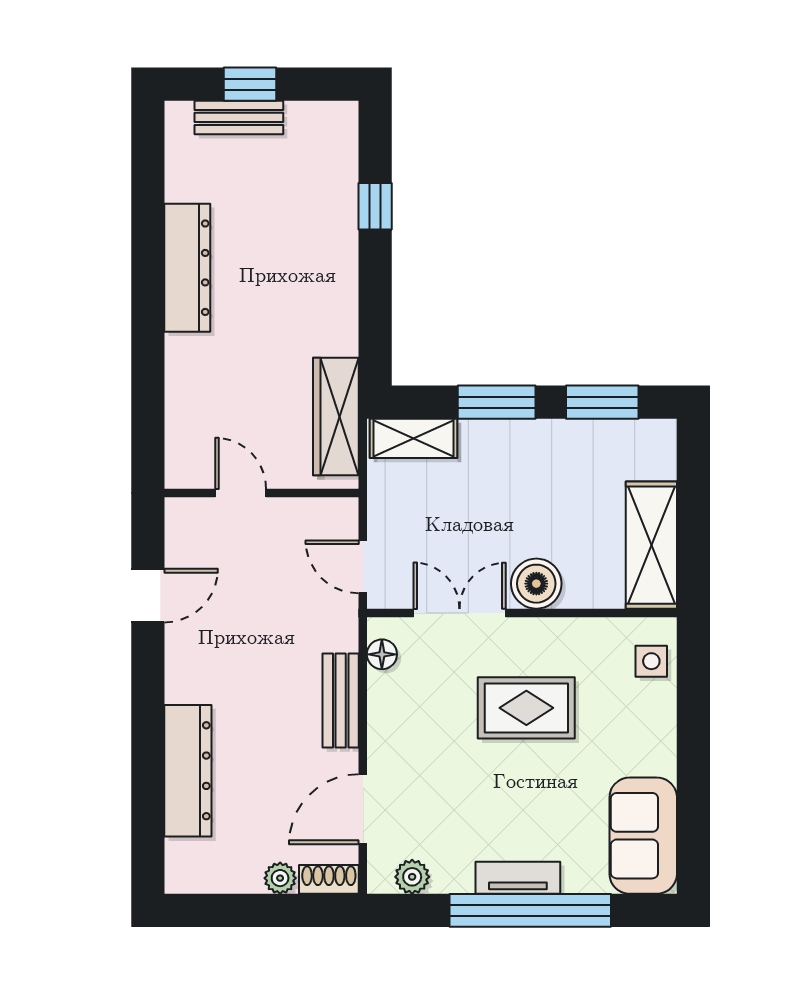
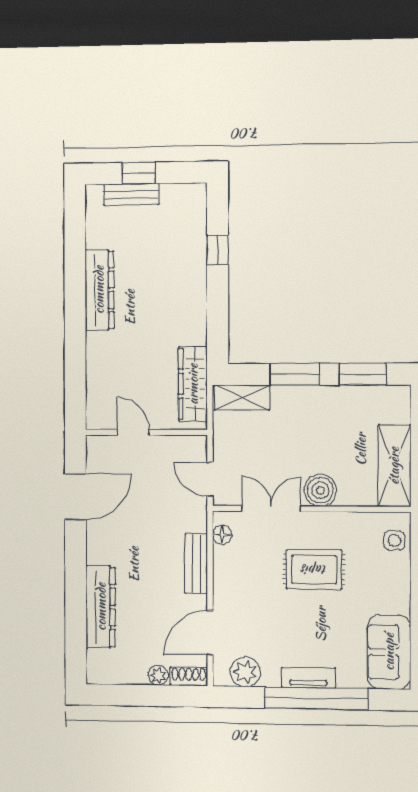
door: (148, 596) -> (75, 497), width x1.38
plant: (412, 877) -> (245, 672), width x1.38, depth x1.38

